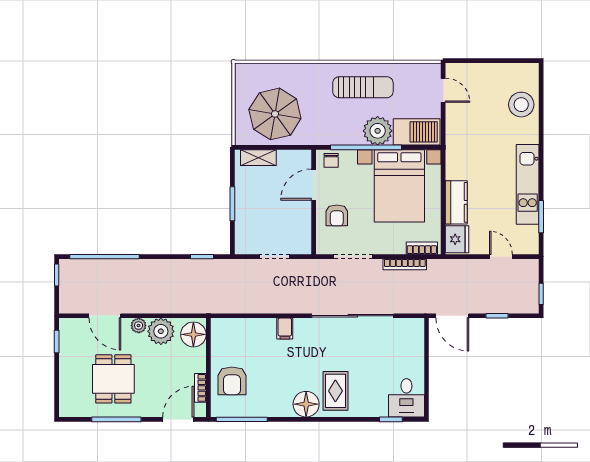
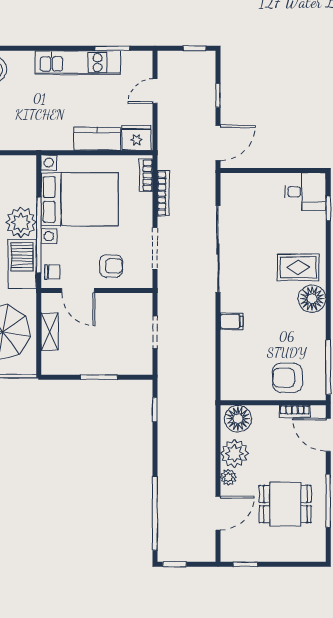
barbecue: (417, 132) -> (22, 264), moved
shelving: (258, 158) -> (50, 332), moved
armchair: (232, 381) -> (287, 378), turned 180

